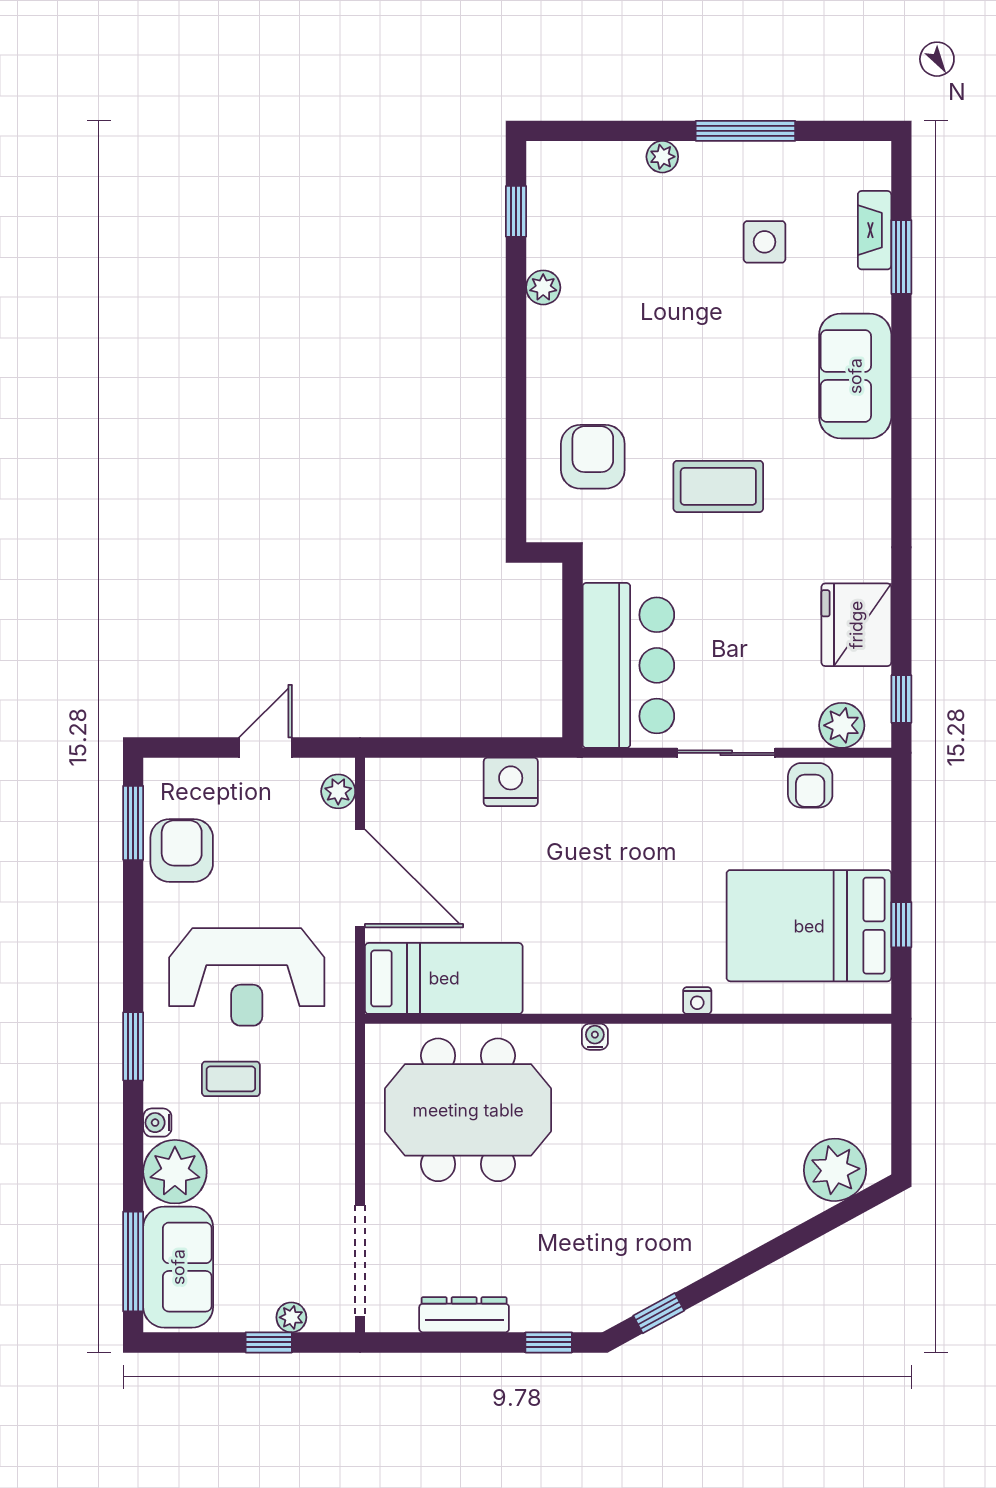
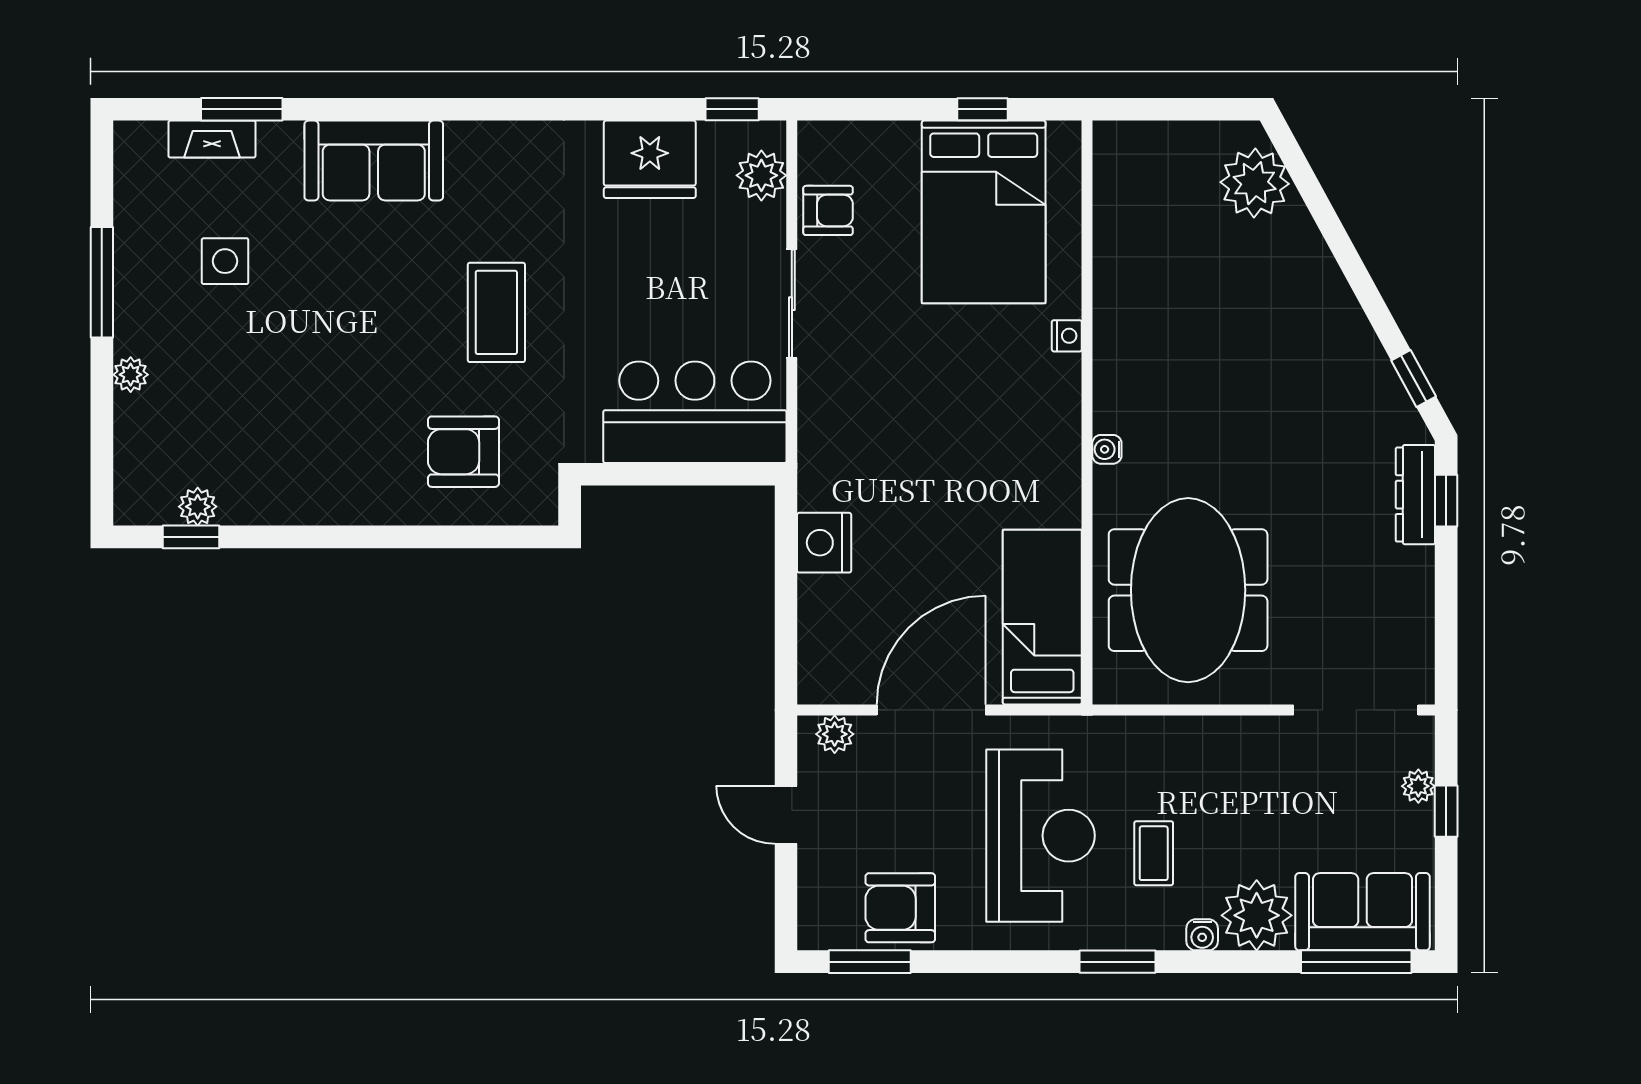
plant: (543, 287) -> (198, 507), moved
dresser: (464, 1315) -> (1415, 495), moved

